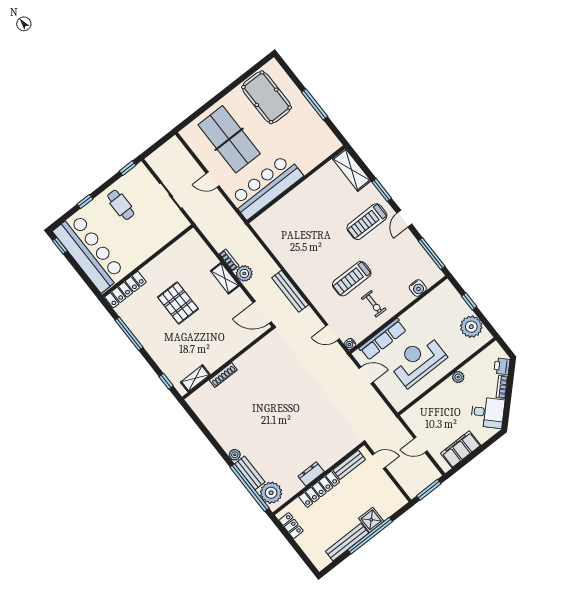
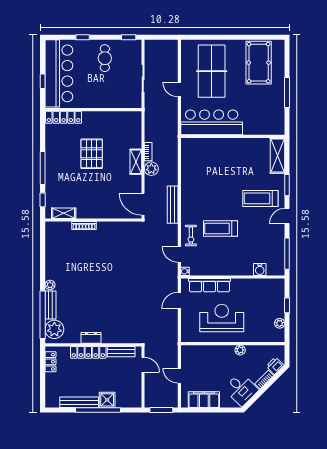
window: (60, 246) -> (43, 81), moved
exercise bike: (374, 304) -> (191, 236), moved
plant: (471, 327) -> (280, 323), width x0.53, depth x0.53
window: (129, 334) -> (43, 168), moved
door: (366, 375) -> (179, 301), swing flipped

